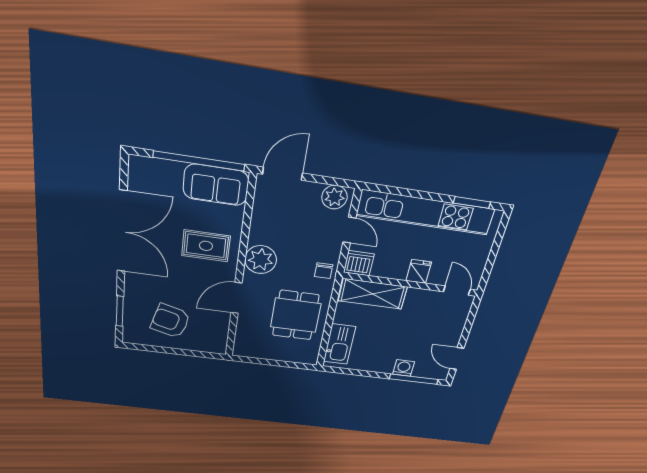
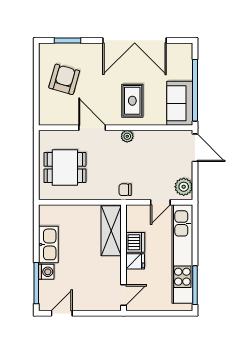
window: (472, 202) -> (195, 285), width x1.44
plant: (261, 260) -> (127, 136), width x0.53, depth x0.53
dishwasher: (359, 263) -> (135, 242), moved
dining table: (296, 315) -> (65, 168), moved
kitchen sink: (339, 344) -> (48, 244), moved, turned -90

